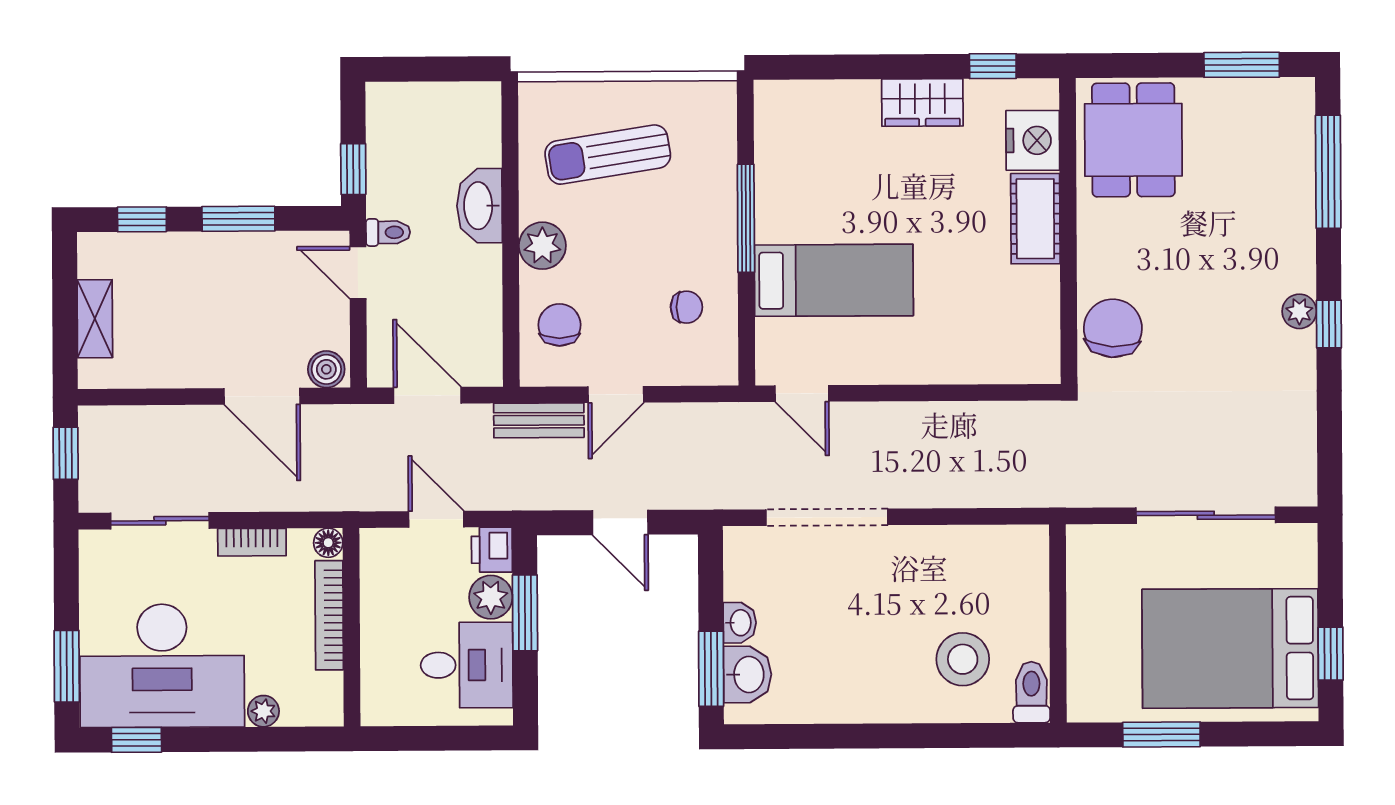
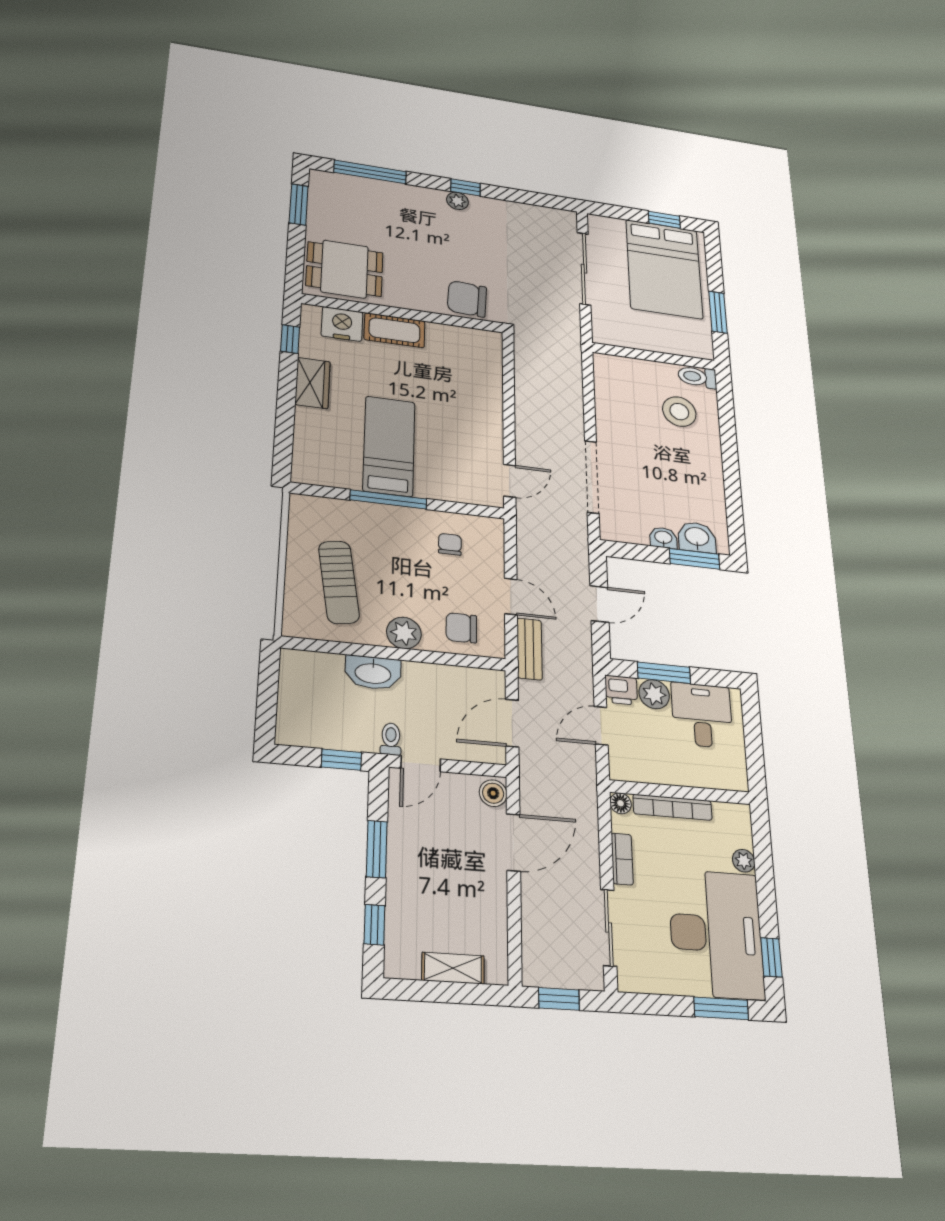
bed: (834, 280) -> (389, 446), moved

